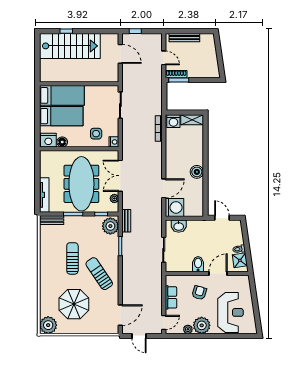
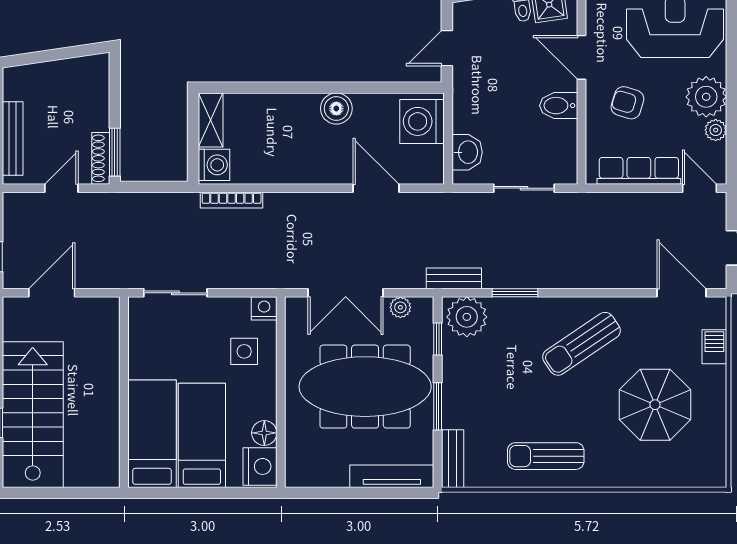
washing machine: (175, 207) -> (422, 121), moved, turned -90
sun lounger: (72, 258) -> (546, 456), moved
row of seats: (171, 297) -> (639, 171), width x1.48
plant: (48, 325) -> (706, 467), removed
barbecue: (98, 329) -> (714, 347), added

